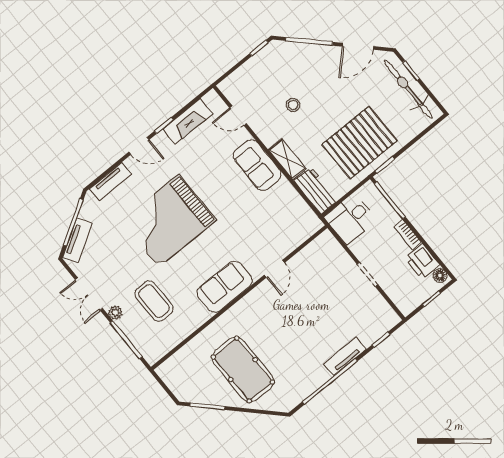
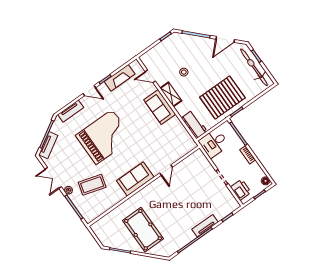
shelving: (287, 159) -> (171, 94), moved
grand piano: (169, 221) -> (104, 137), turned 180
printer: (422, 261) -> (241, 190), moved, turned 180
coffee table: (154, 301) -> (92, 185), turned -74

